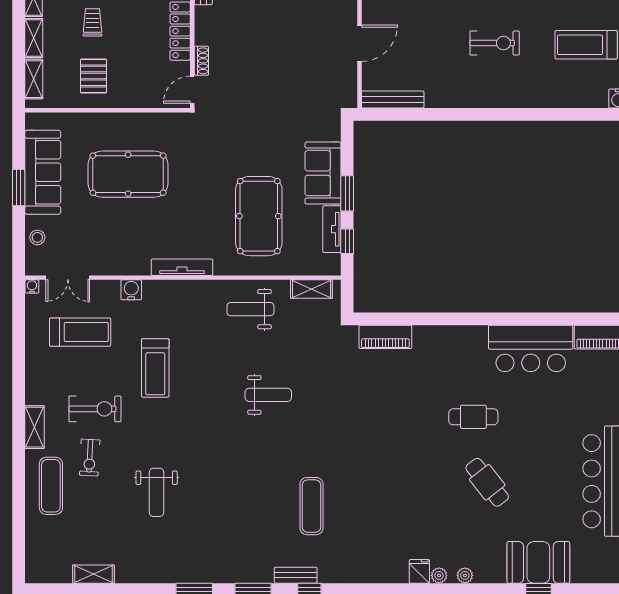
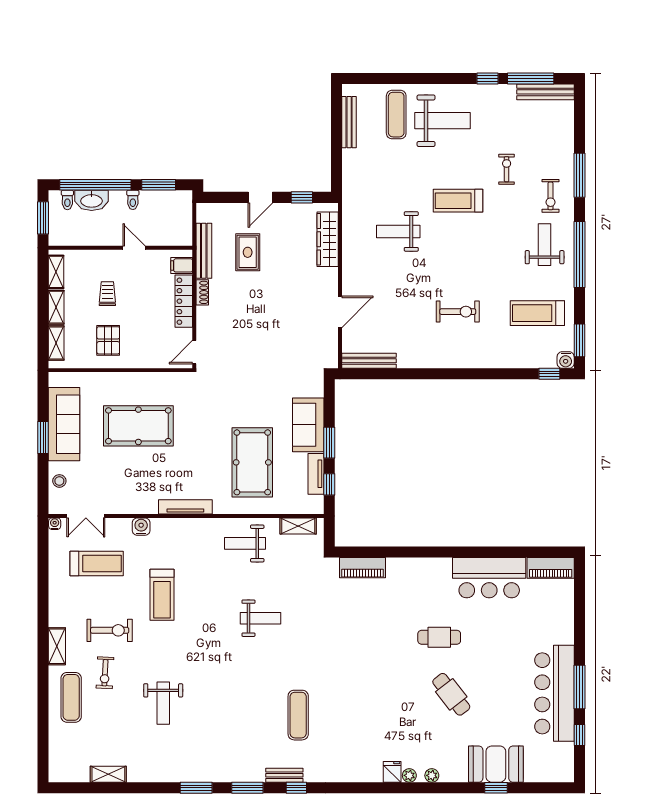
shoe rack: (201, 61) -> (202, 292), moved
window: (600, 114) -> (549, 374), added

